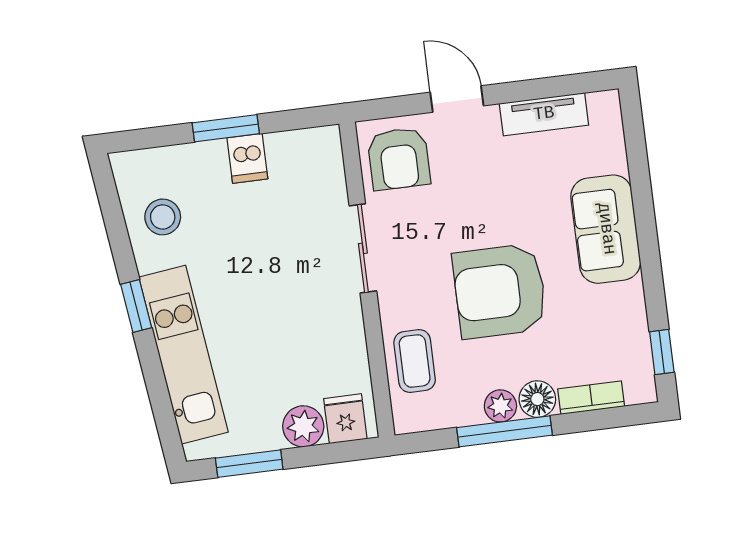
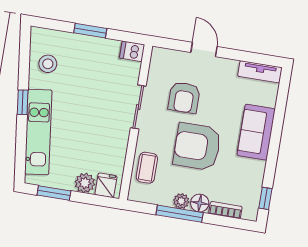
tv unit: (544, 114) -> (260, 72), moved
dishwasher: (247, 158) -> (132, 51), moved, turned 90
armchair: (399, 159) -> (184, 97), moved

